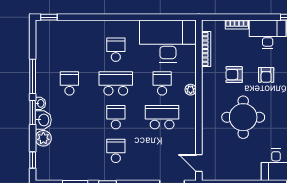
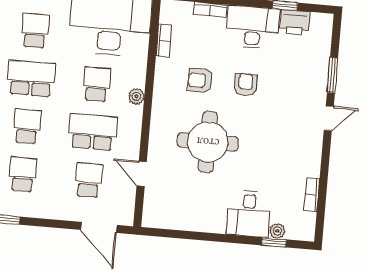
bookcase: (206, 49) -> (164, 41), width x0.64
armchair: (266, 75) -> (246, 85), turned 180
school desk: (162, 151) -> (89, 180), added
door: (199, 163) -> (142, 174), moved

